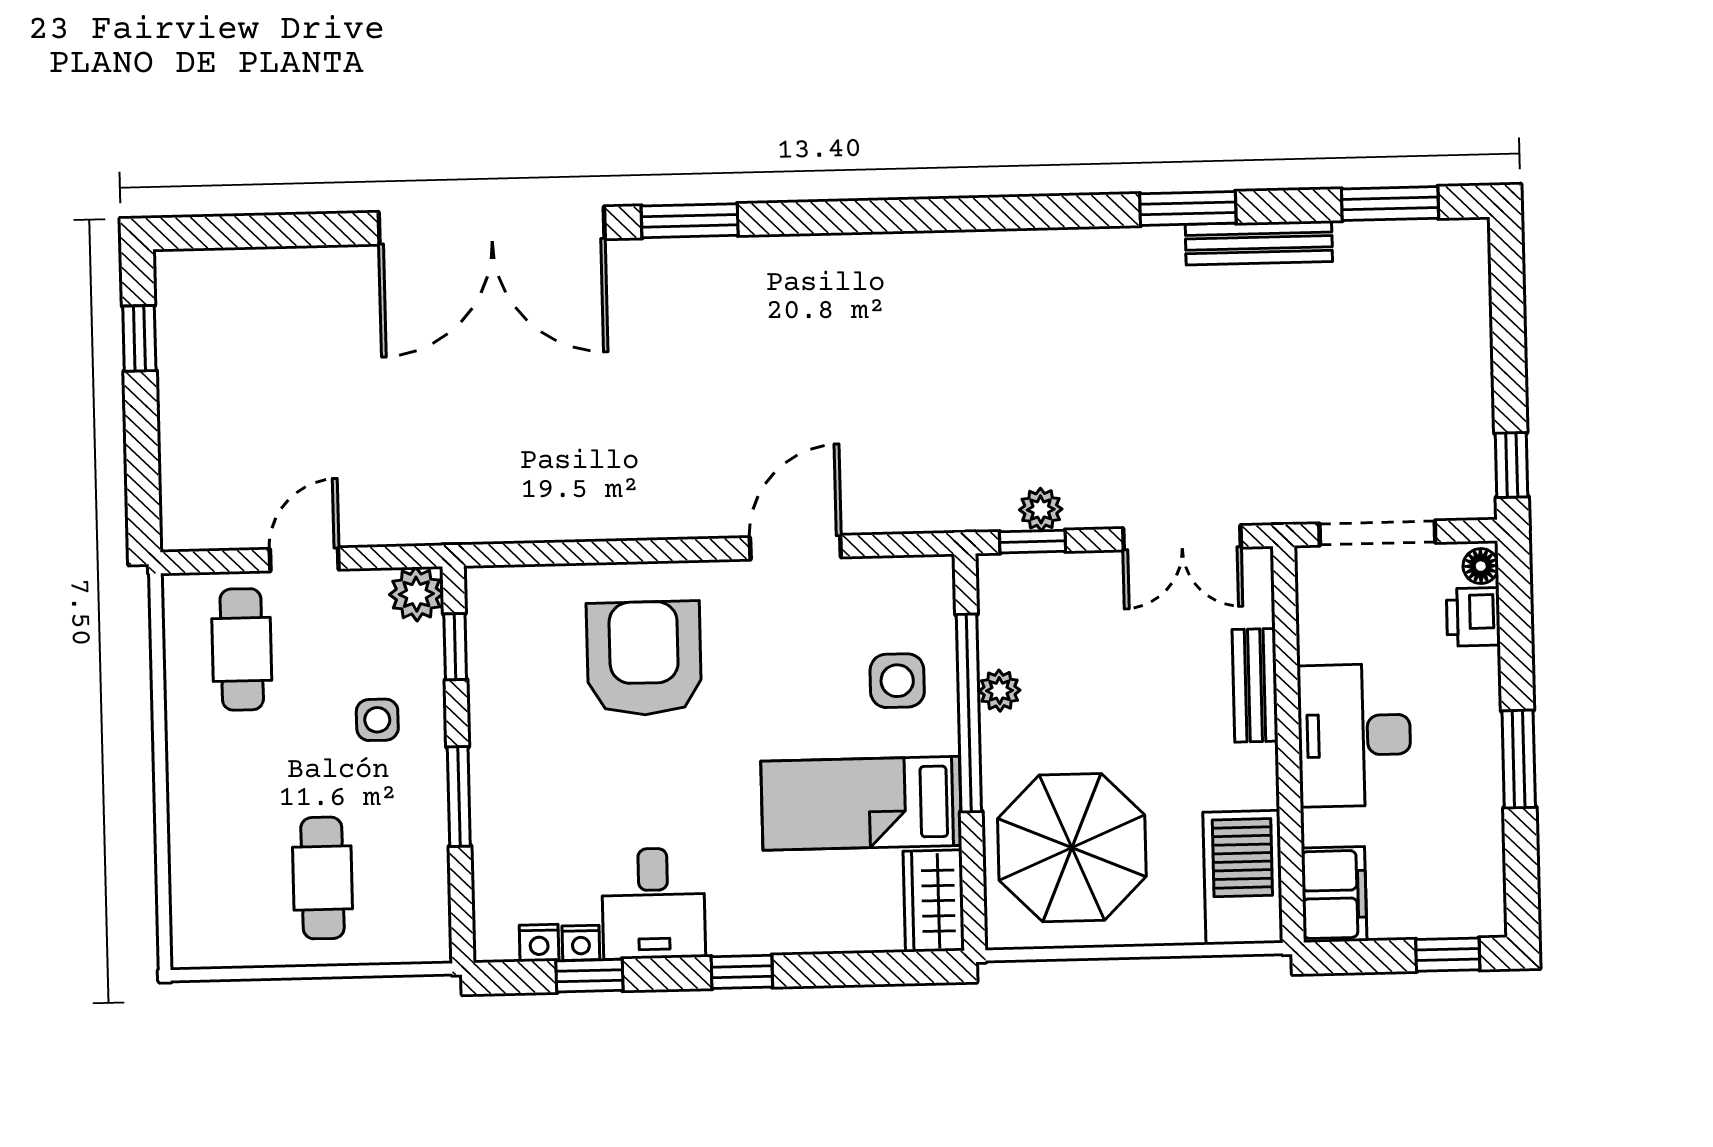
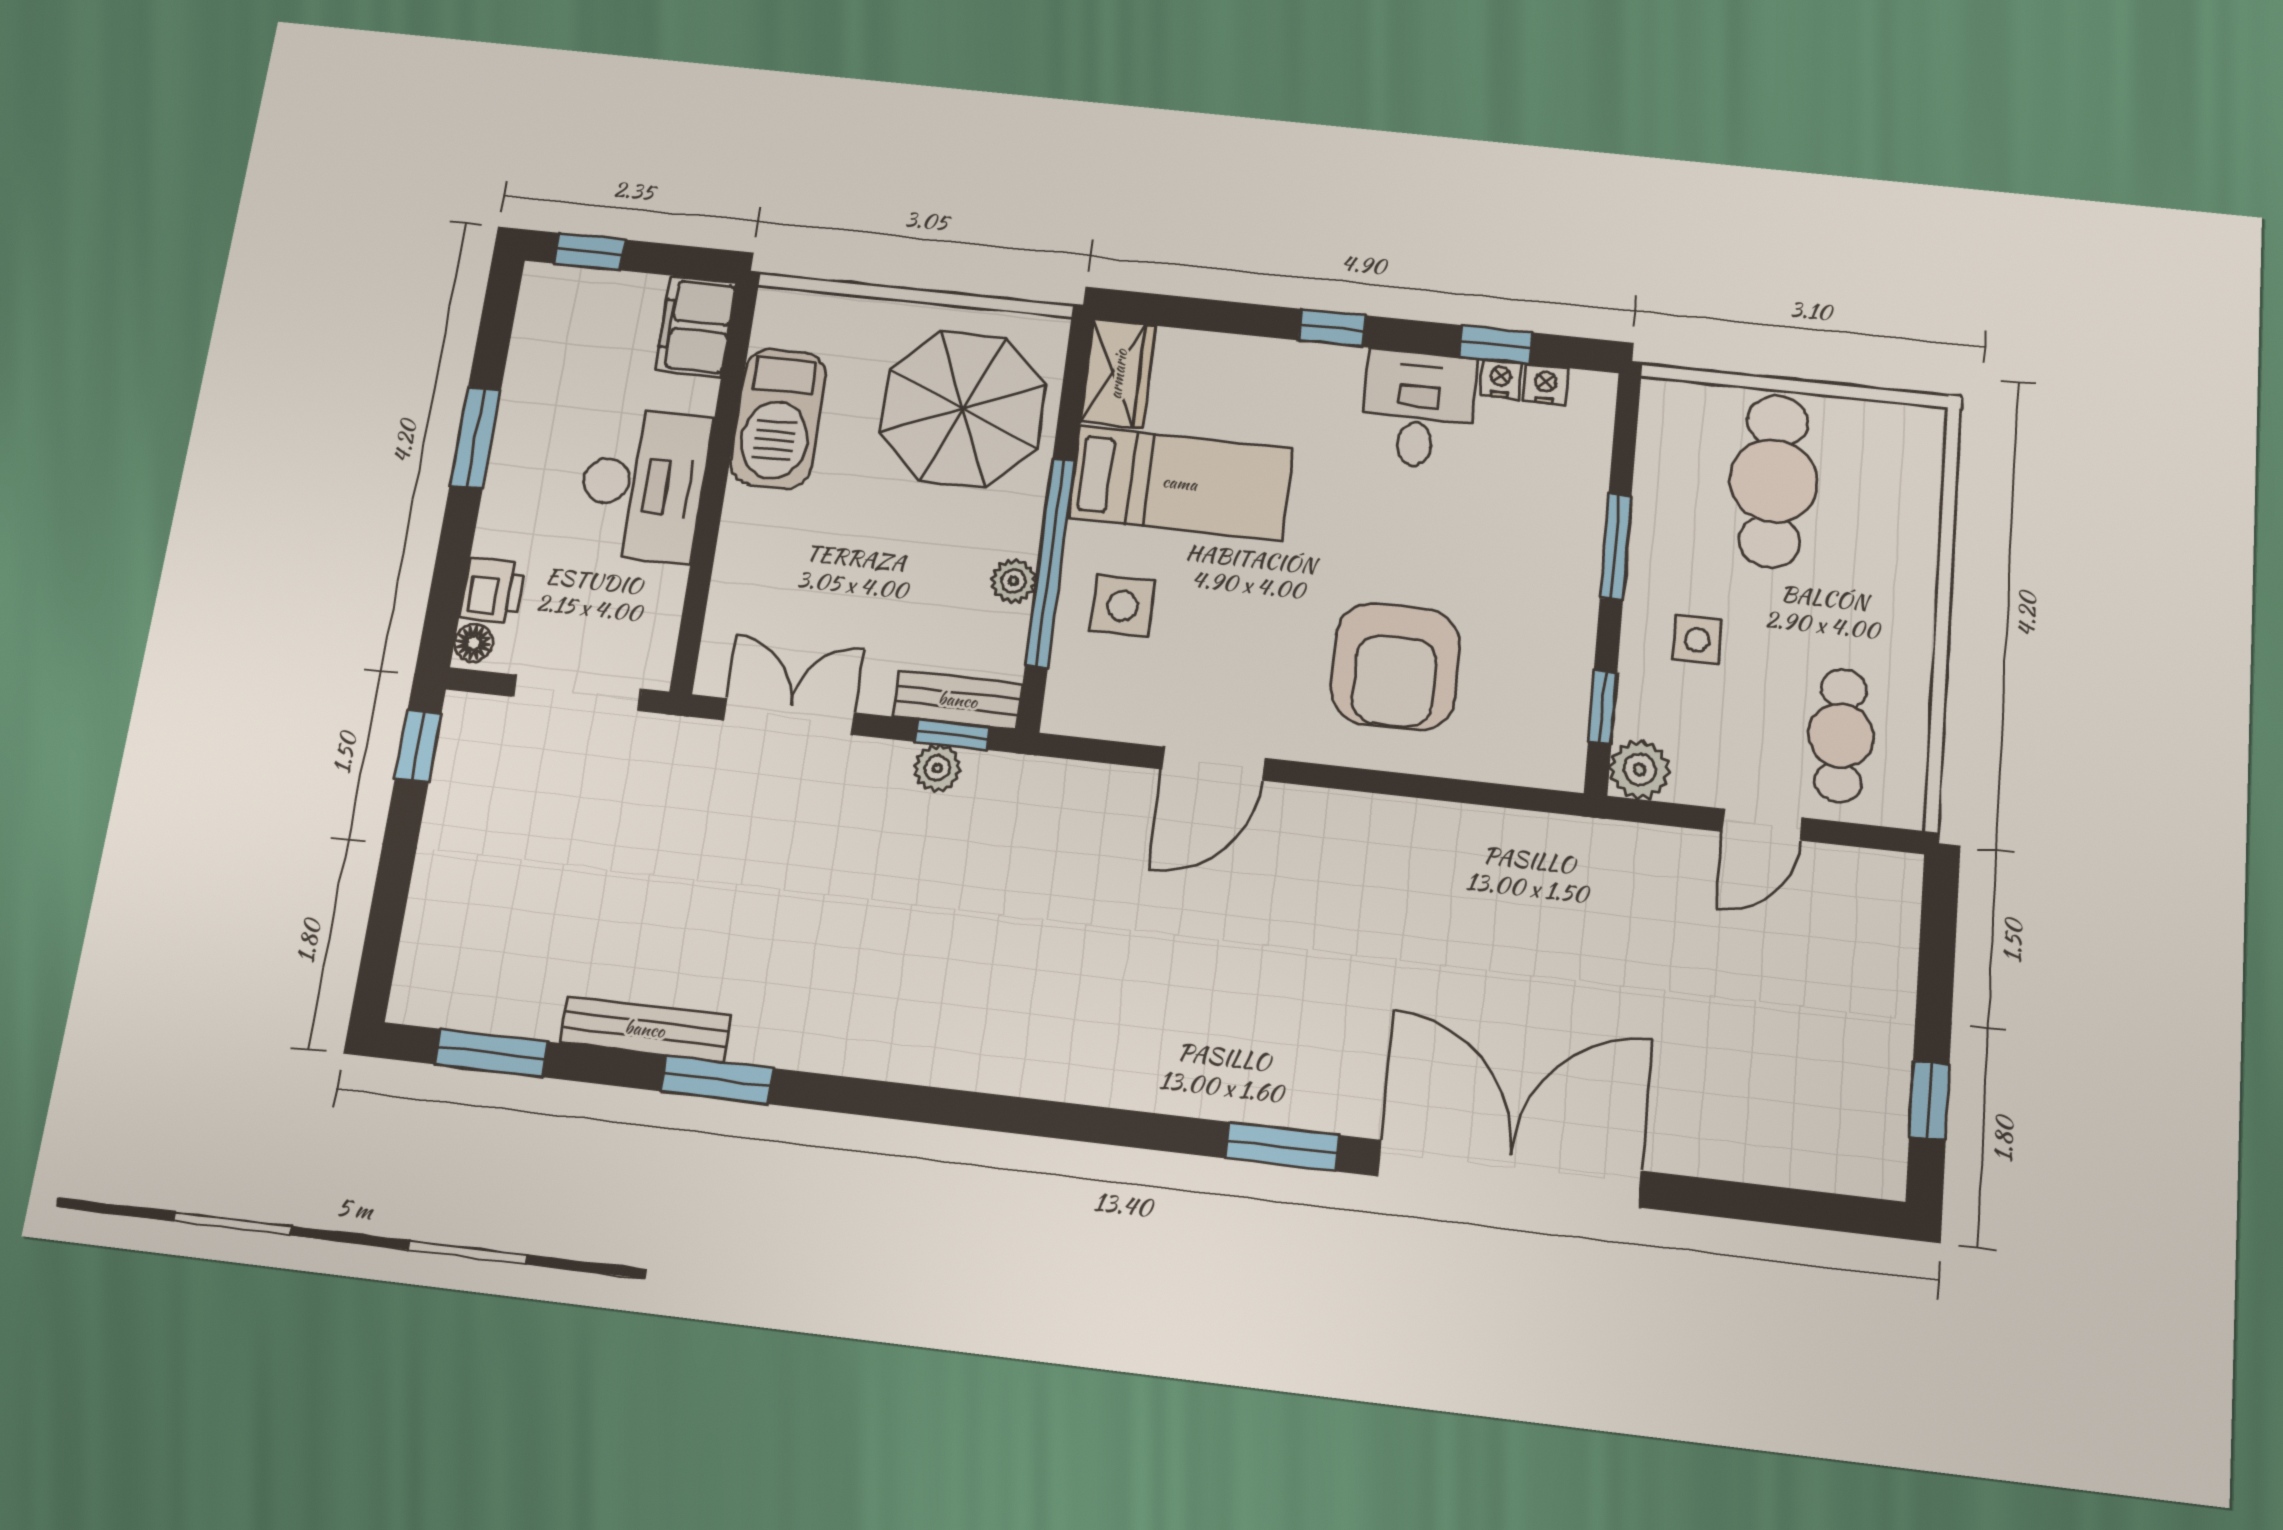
bench: (1255, 685) -> (958, 700), moved, turned 90
cafe table: (322, 878) -> (1773, 481), width x1.37, depth x1.35
barbecue: (1243, 878) -> (778, 418), moved

